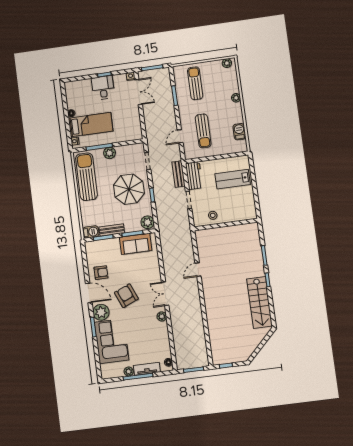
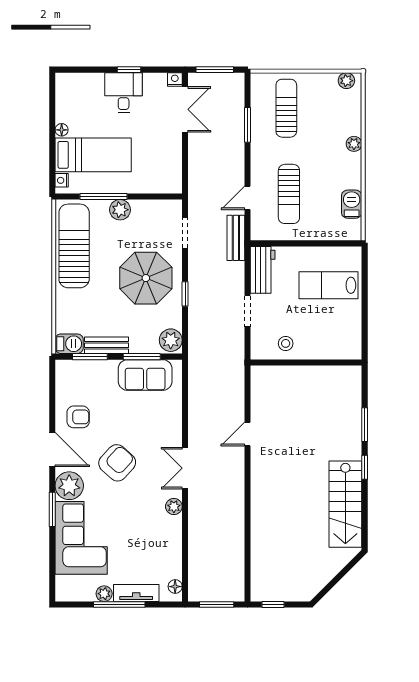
bench: (178, 174) -> (236, 238), moved
armchair: (126, 296) -> (117, 463), turned 65

